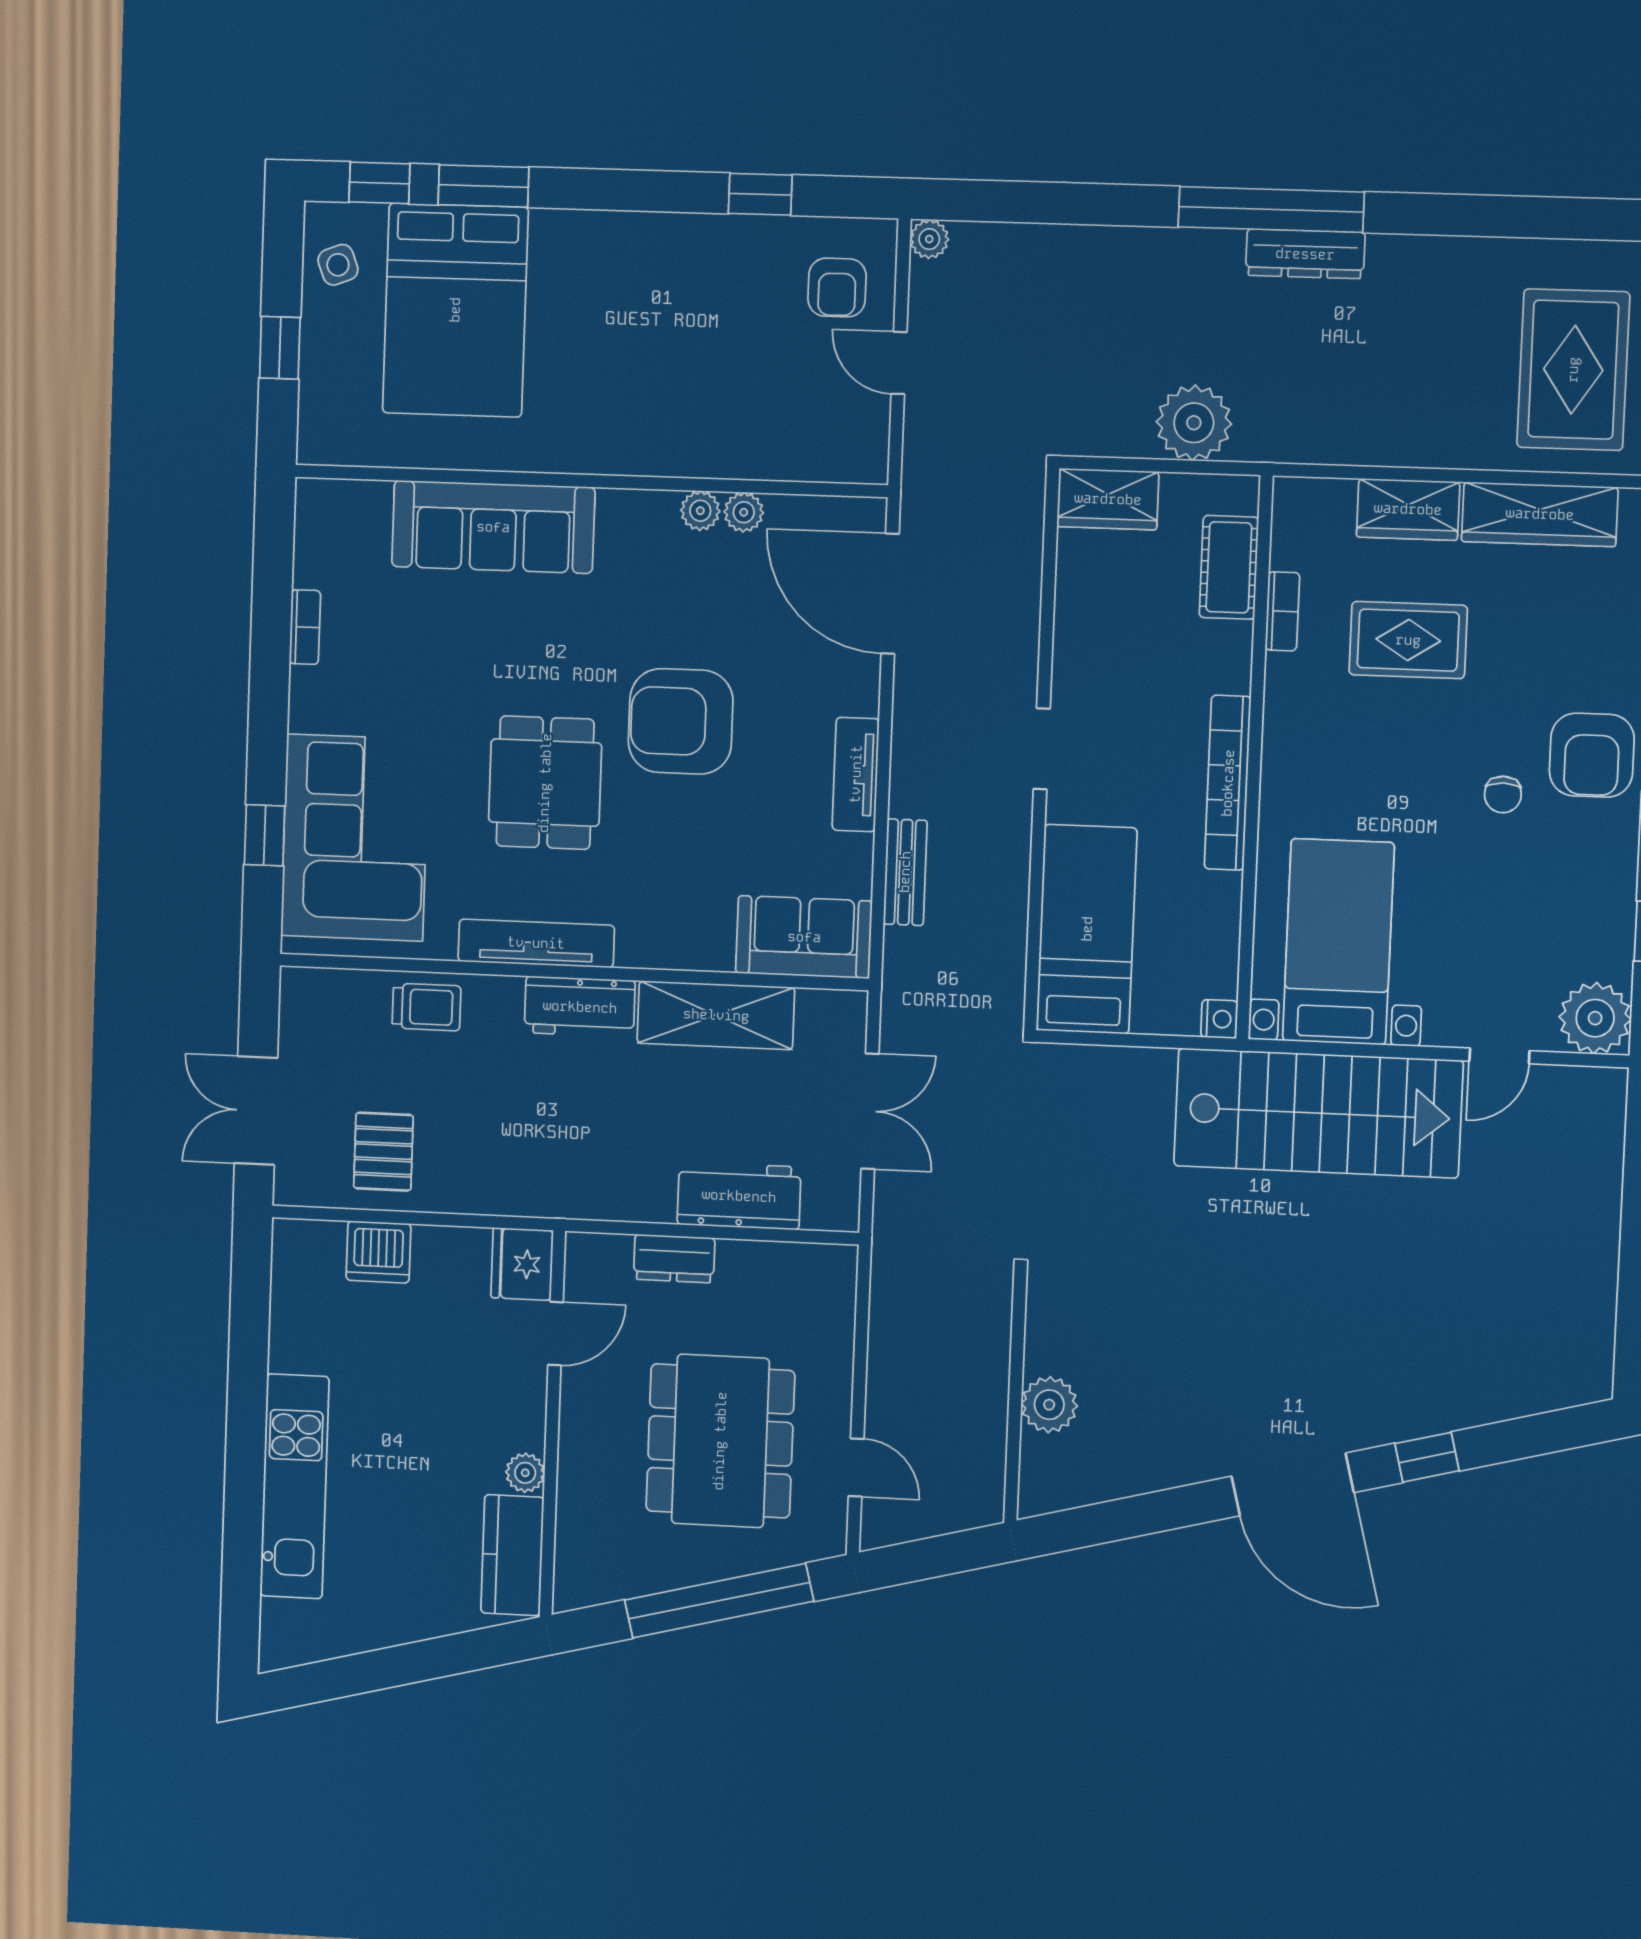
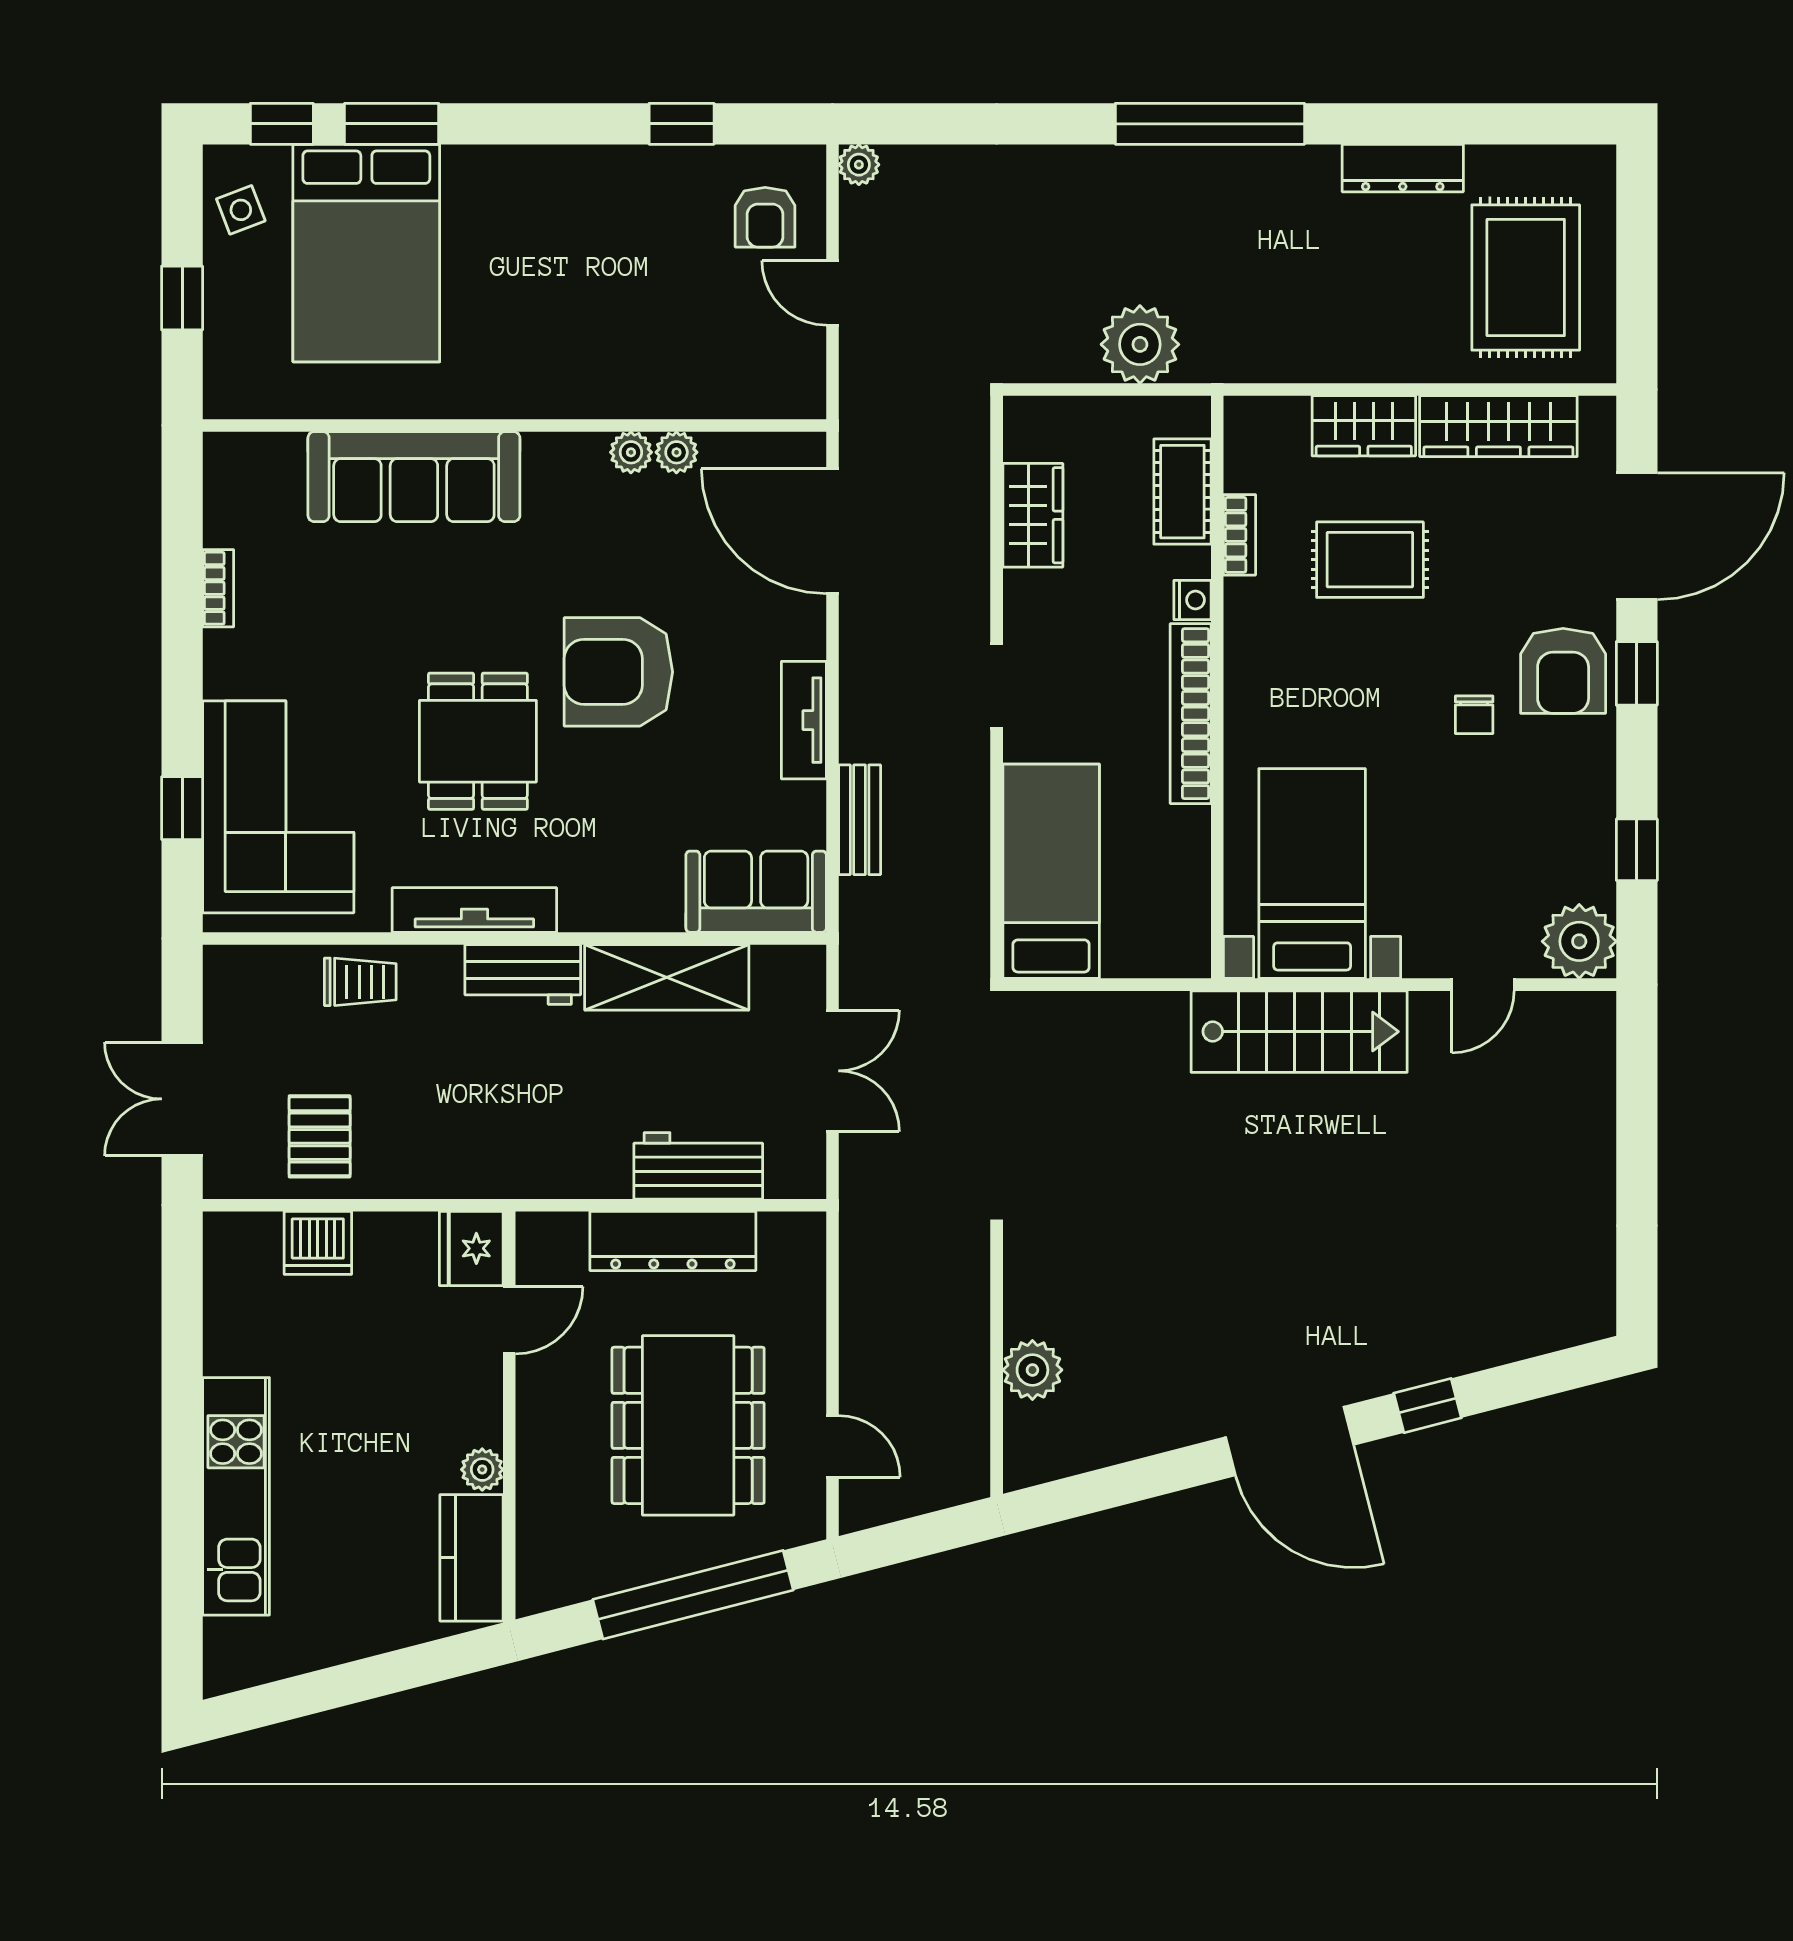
dresser: (1305, 254) -> (1403, 168), moved
wardrobe: (1108, 499) -> (1033, 515), moved, turned -90
nightstand: (1219, 1019) -> (1193, 600), moved
stairs: (1318, 1113) -> (1299, 1032), width x0.73, depth x0.66
dresser: (674, 1259) -> (673, 1241), width x1.96, depth x1.24

